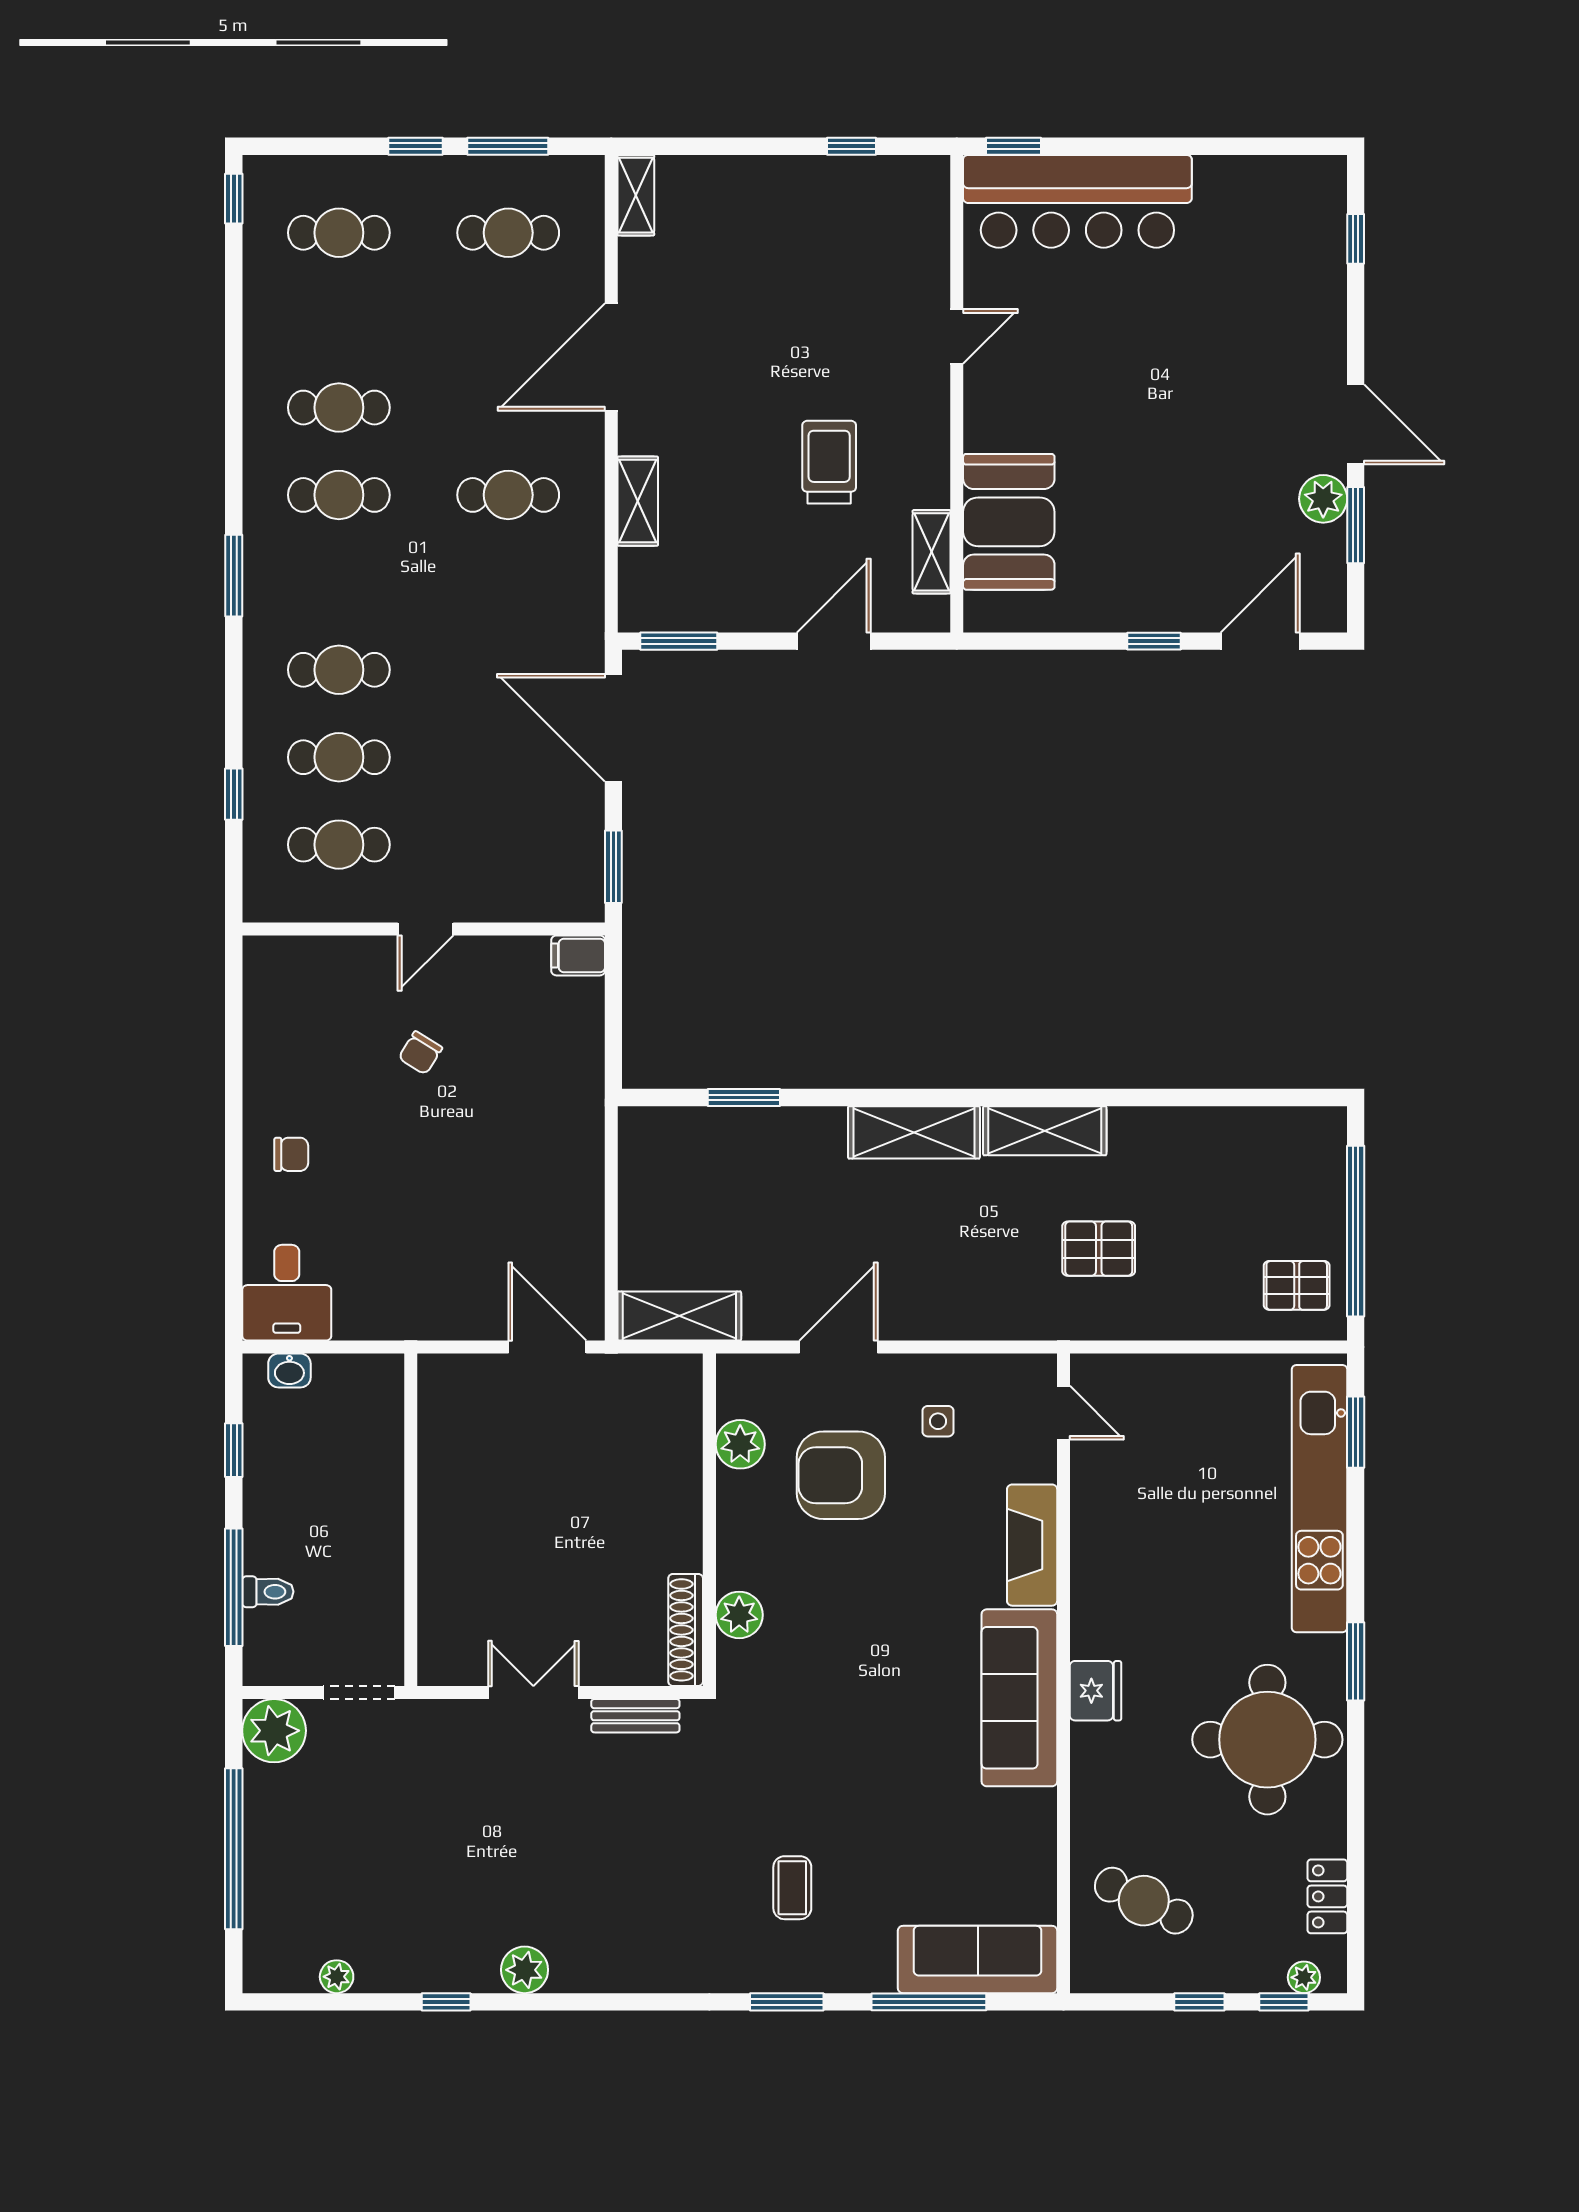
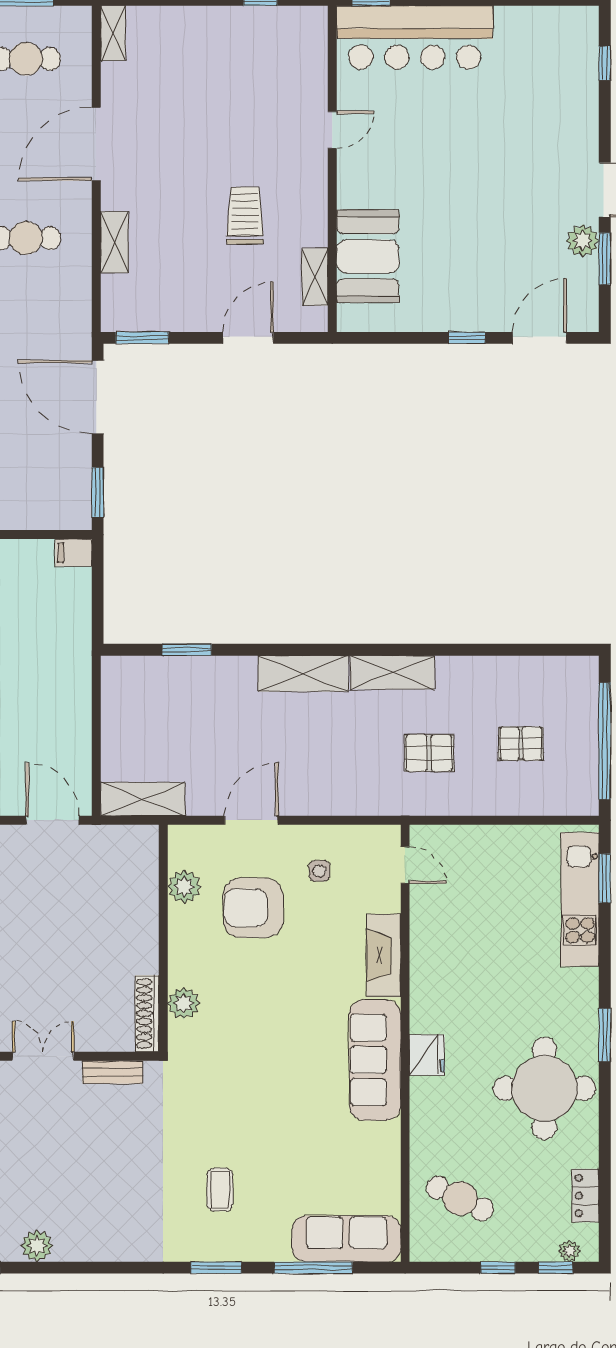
pallet: (1297, 1285) -> (521, 744), moved
kitchen unit: (1319, 1499) -> (580, 899), width x0.73

